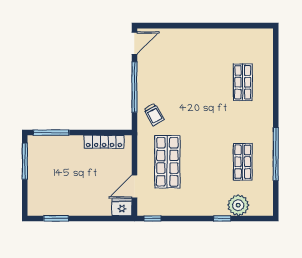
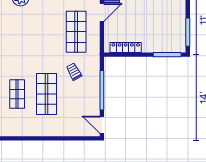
door: (134, 43) -> (102, 125), hinge flipped
trolley: (154, 114) -> (74, 72), moved
shop shelf: (243, 162) -> (47, 94), moved, width x1.43, depth x1.36

